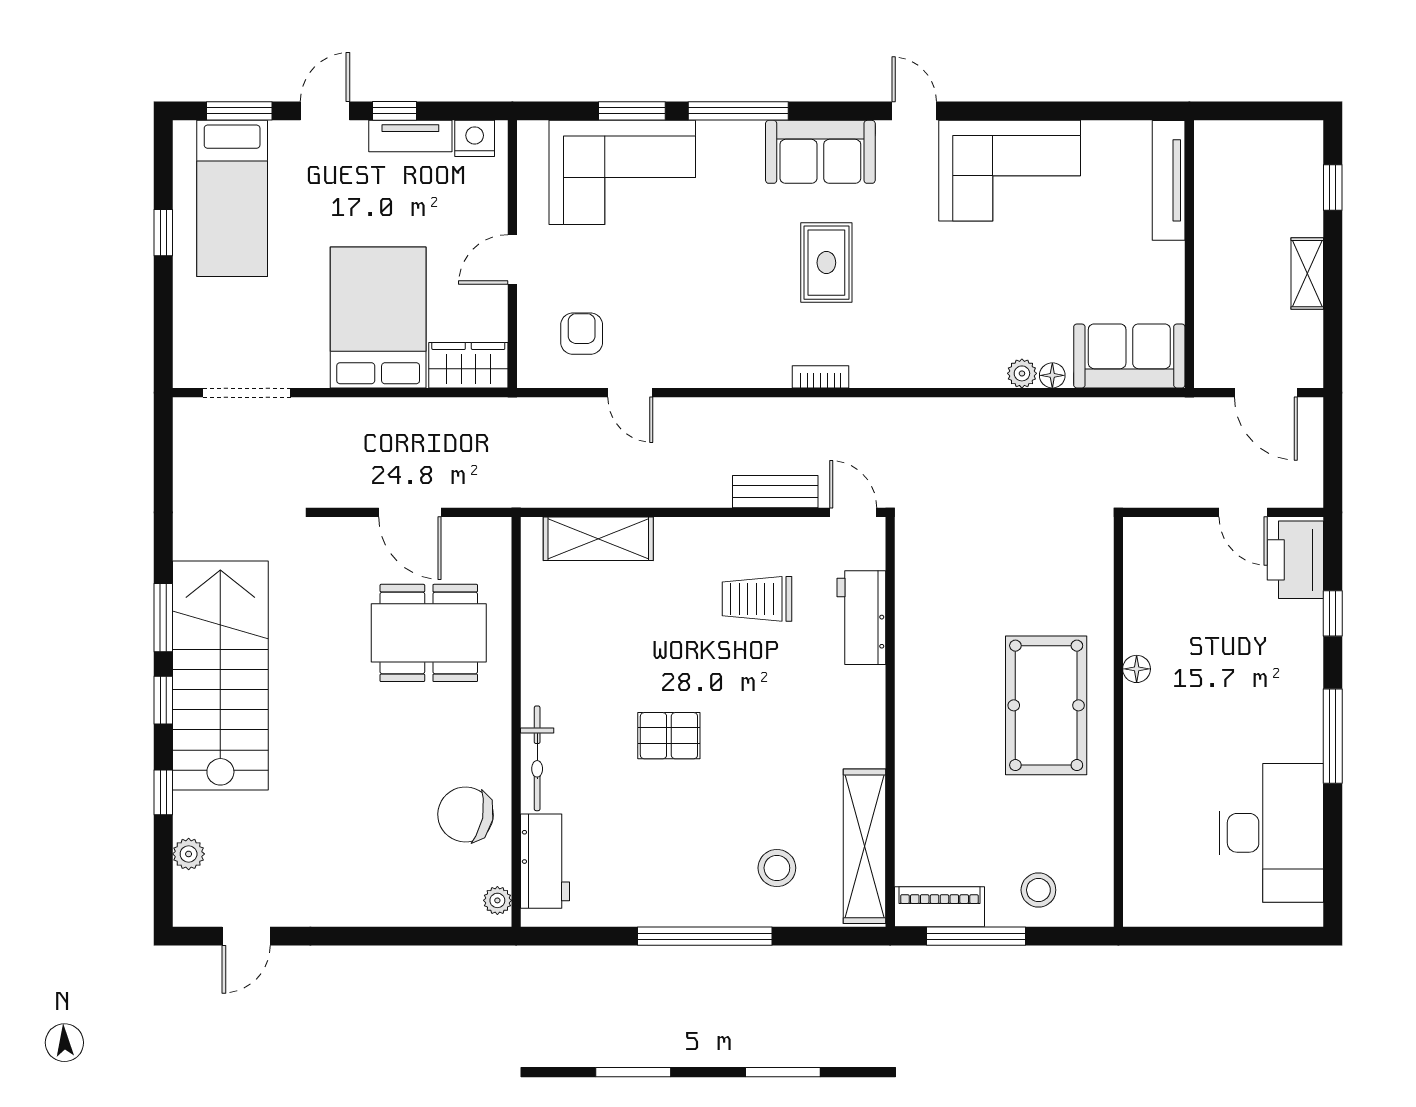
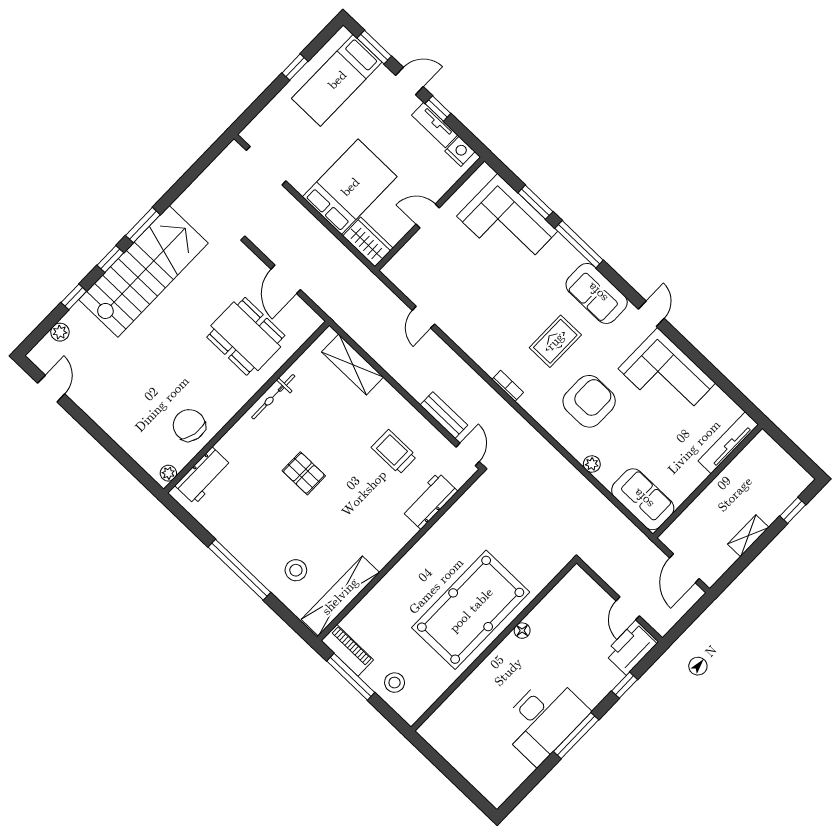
armchair: (582, 334) -> (589, 401), moved, width x1.88, depth x1.88
floor lamp: (1052, 375) -> (603, 477), removed
pool table: (1046, 705) -> (471, 610), width x1.36, depth x1.32
bicycle: (537, 758) -> (273, 397), moved
desk: (1271, 833) -> (543, 719), moved
door: (246, 936) -> (51, 389), swing flipped

